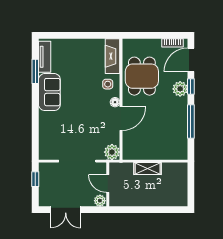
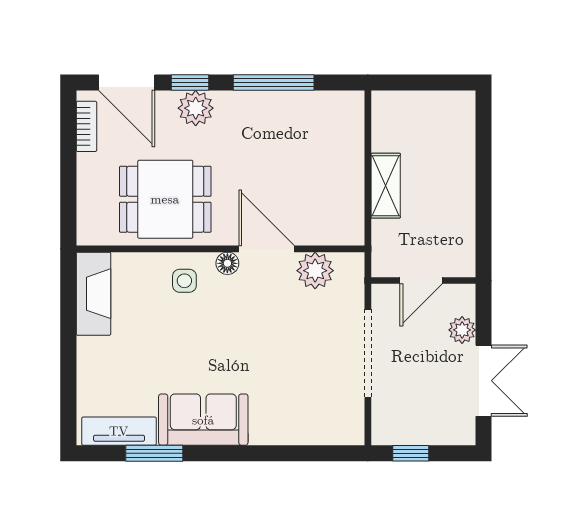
fireplace: (113, 56) -> (93, 294), moved, turned -90
plant: (112, 152) -> (315, 271), moved
plant: (100, 201) -> (462, 330), moved

